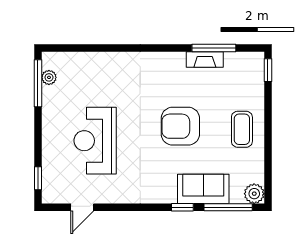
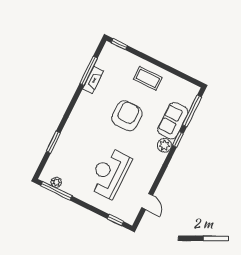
window: (99, 48) -> (53, 142), added
armchair: (180, 126) -> (127, 116), turned 180
reception desk: (95, 141) -> (110, 173), turned 90
plant: (254, 194) -> (164, 145), moved

